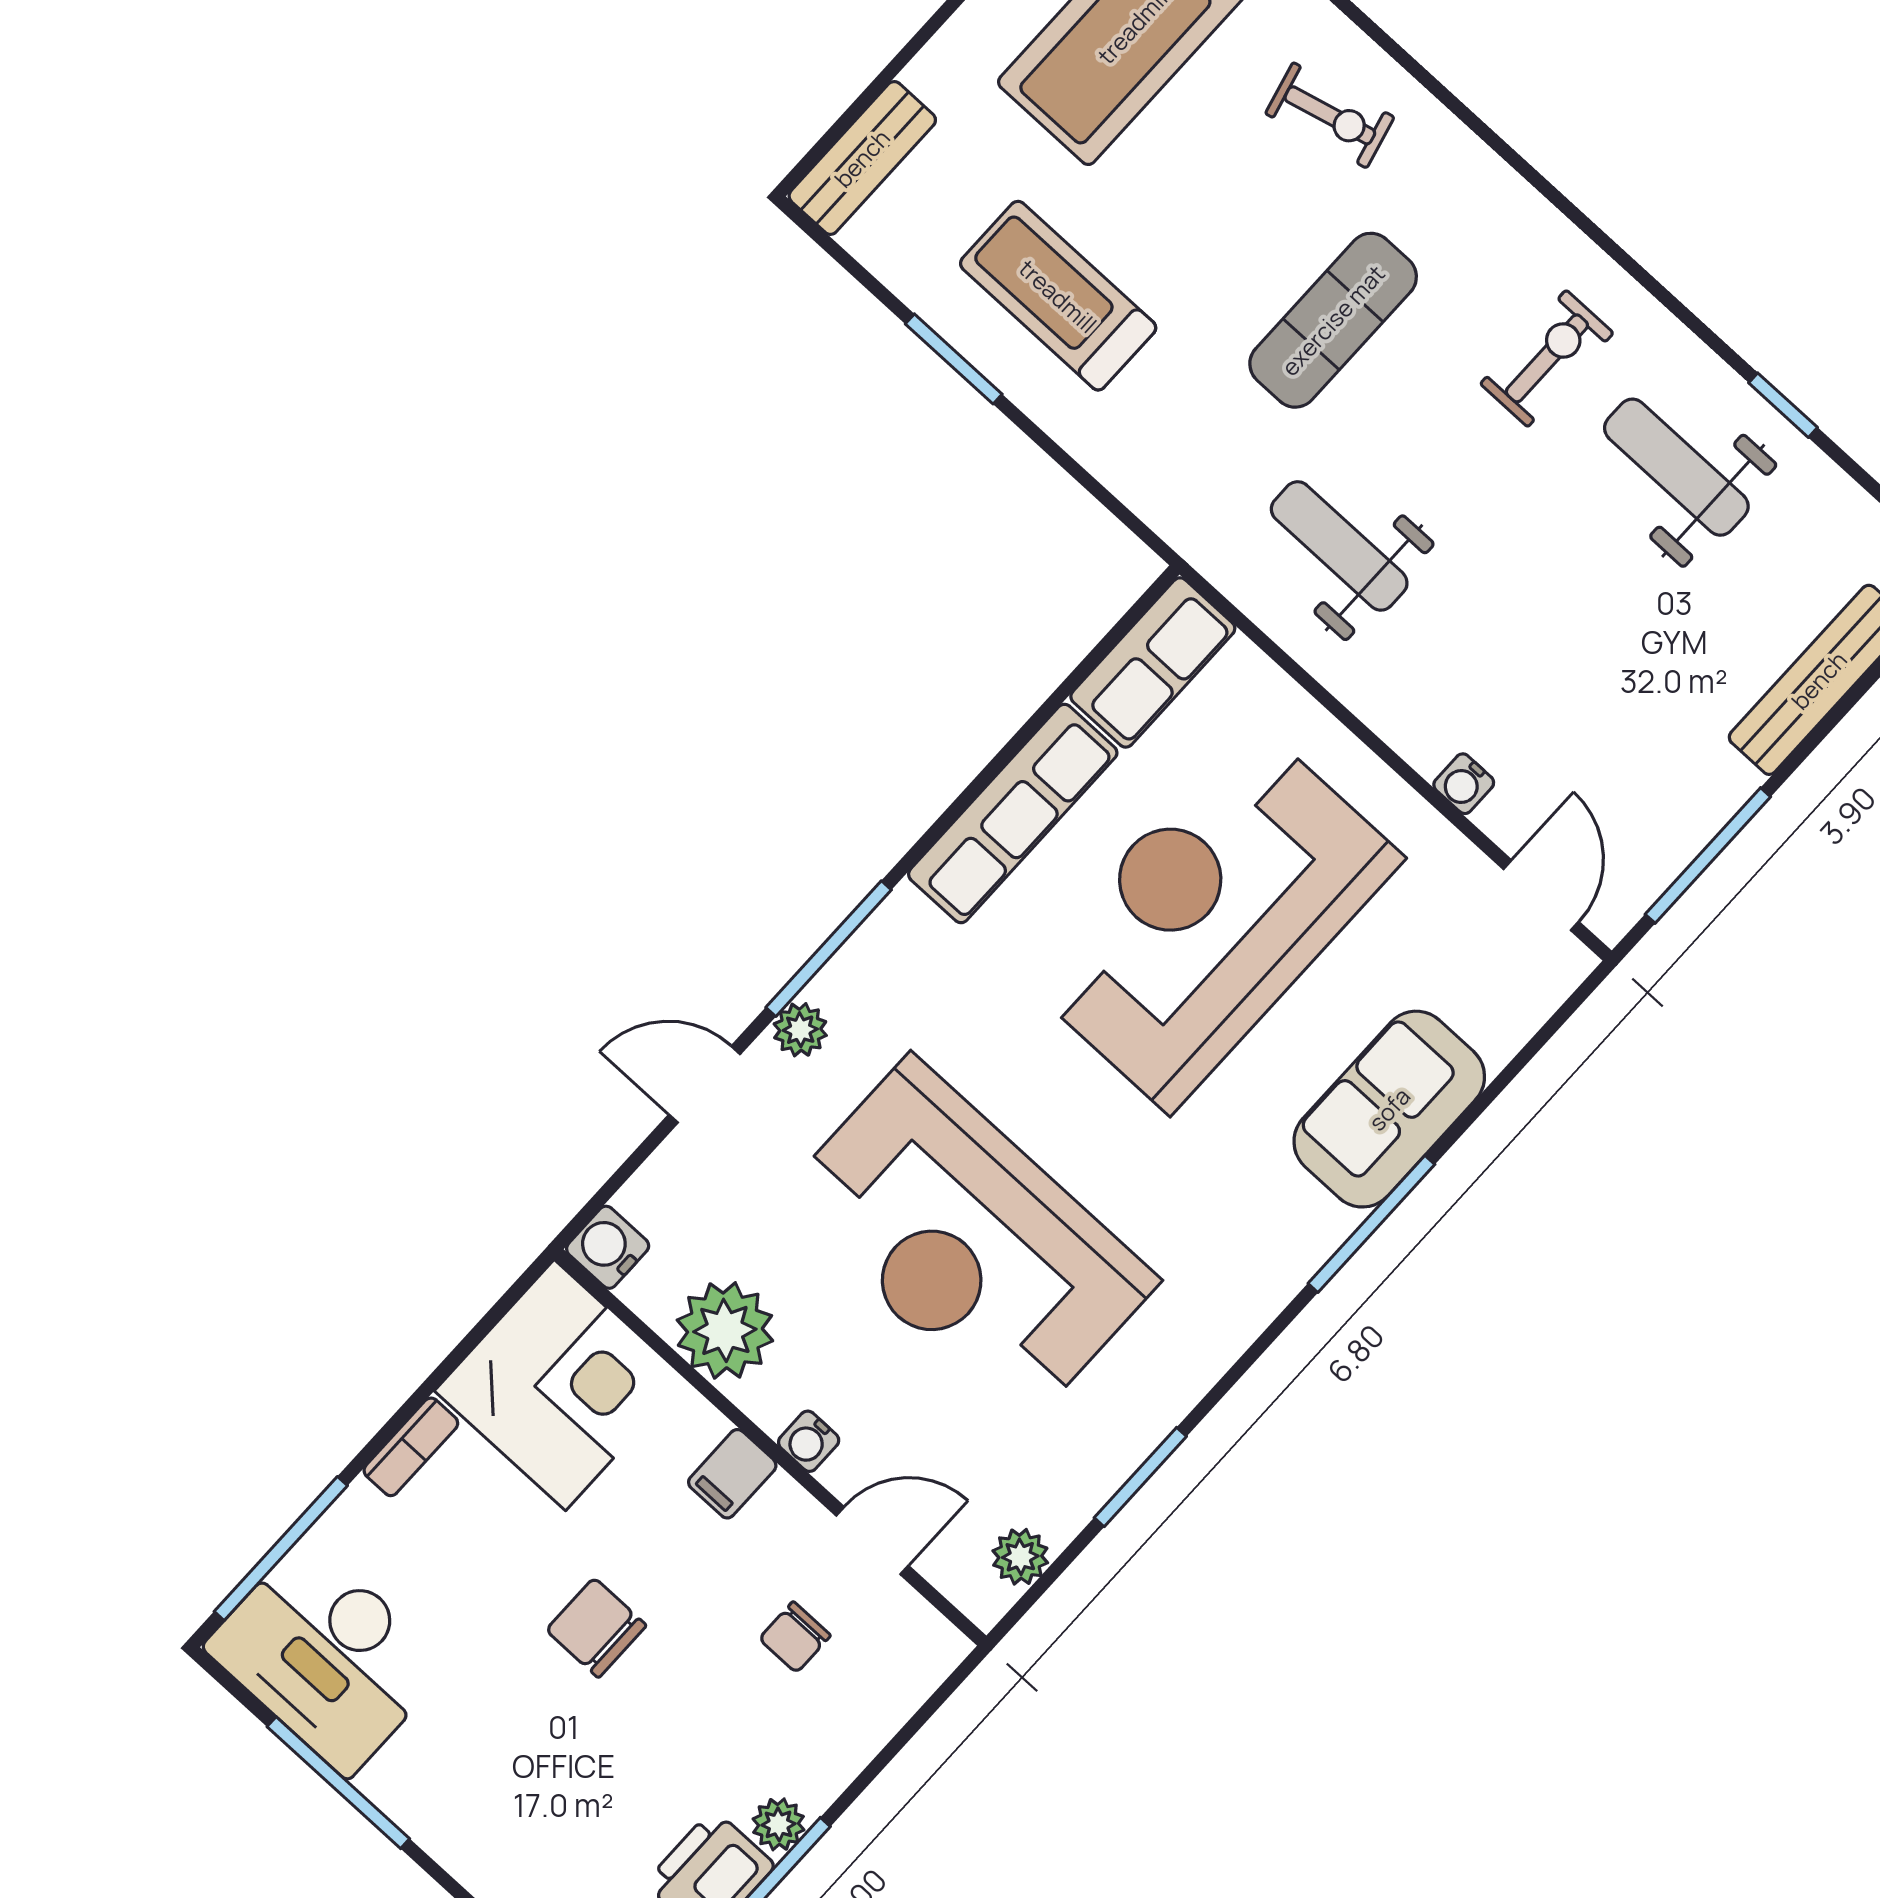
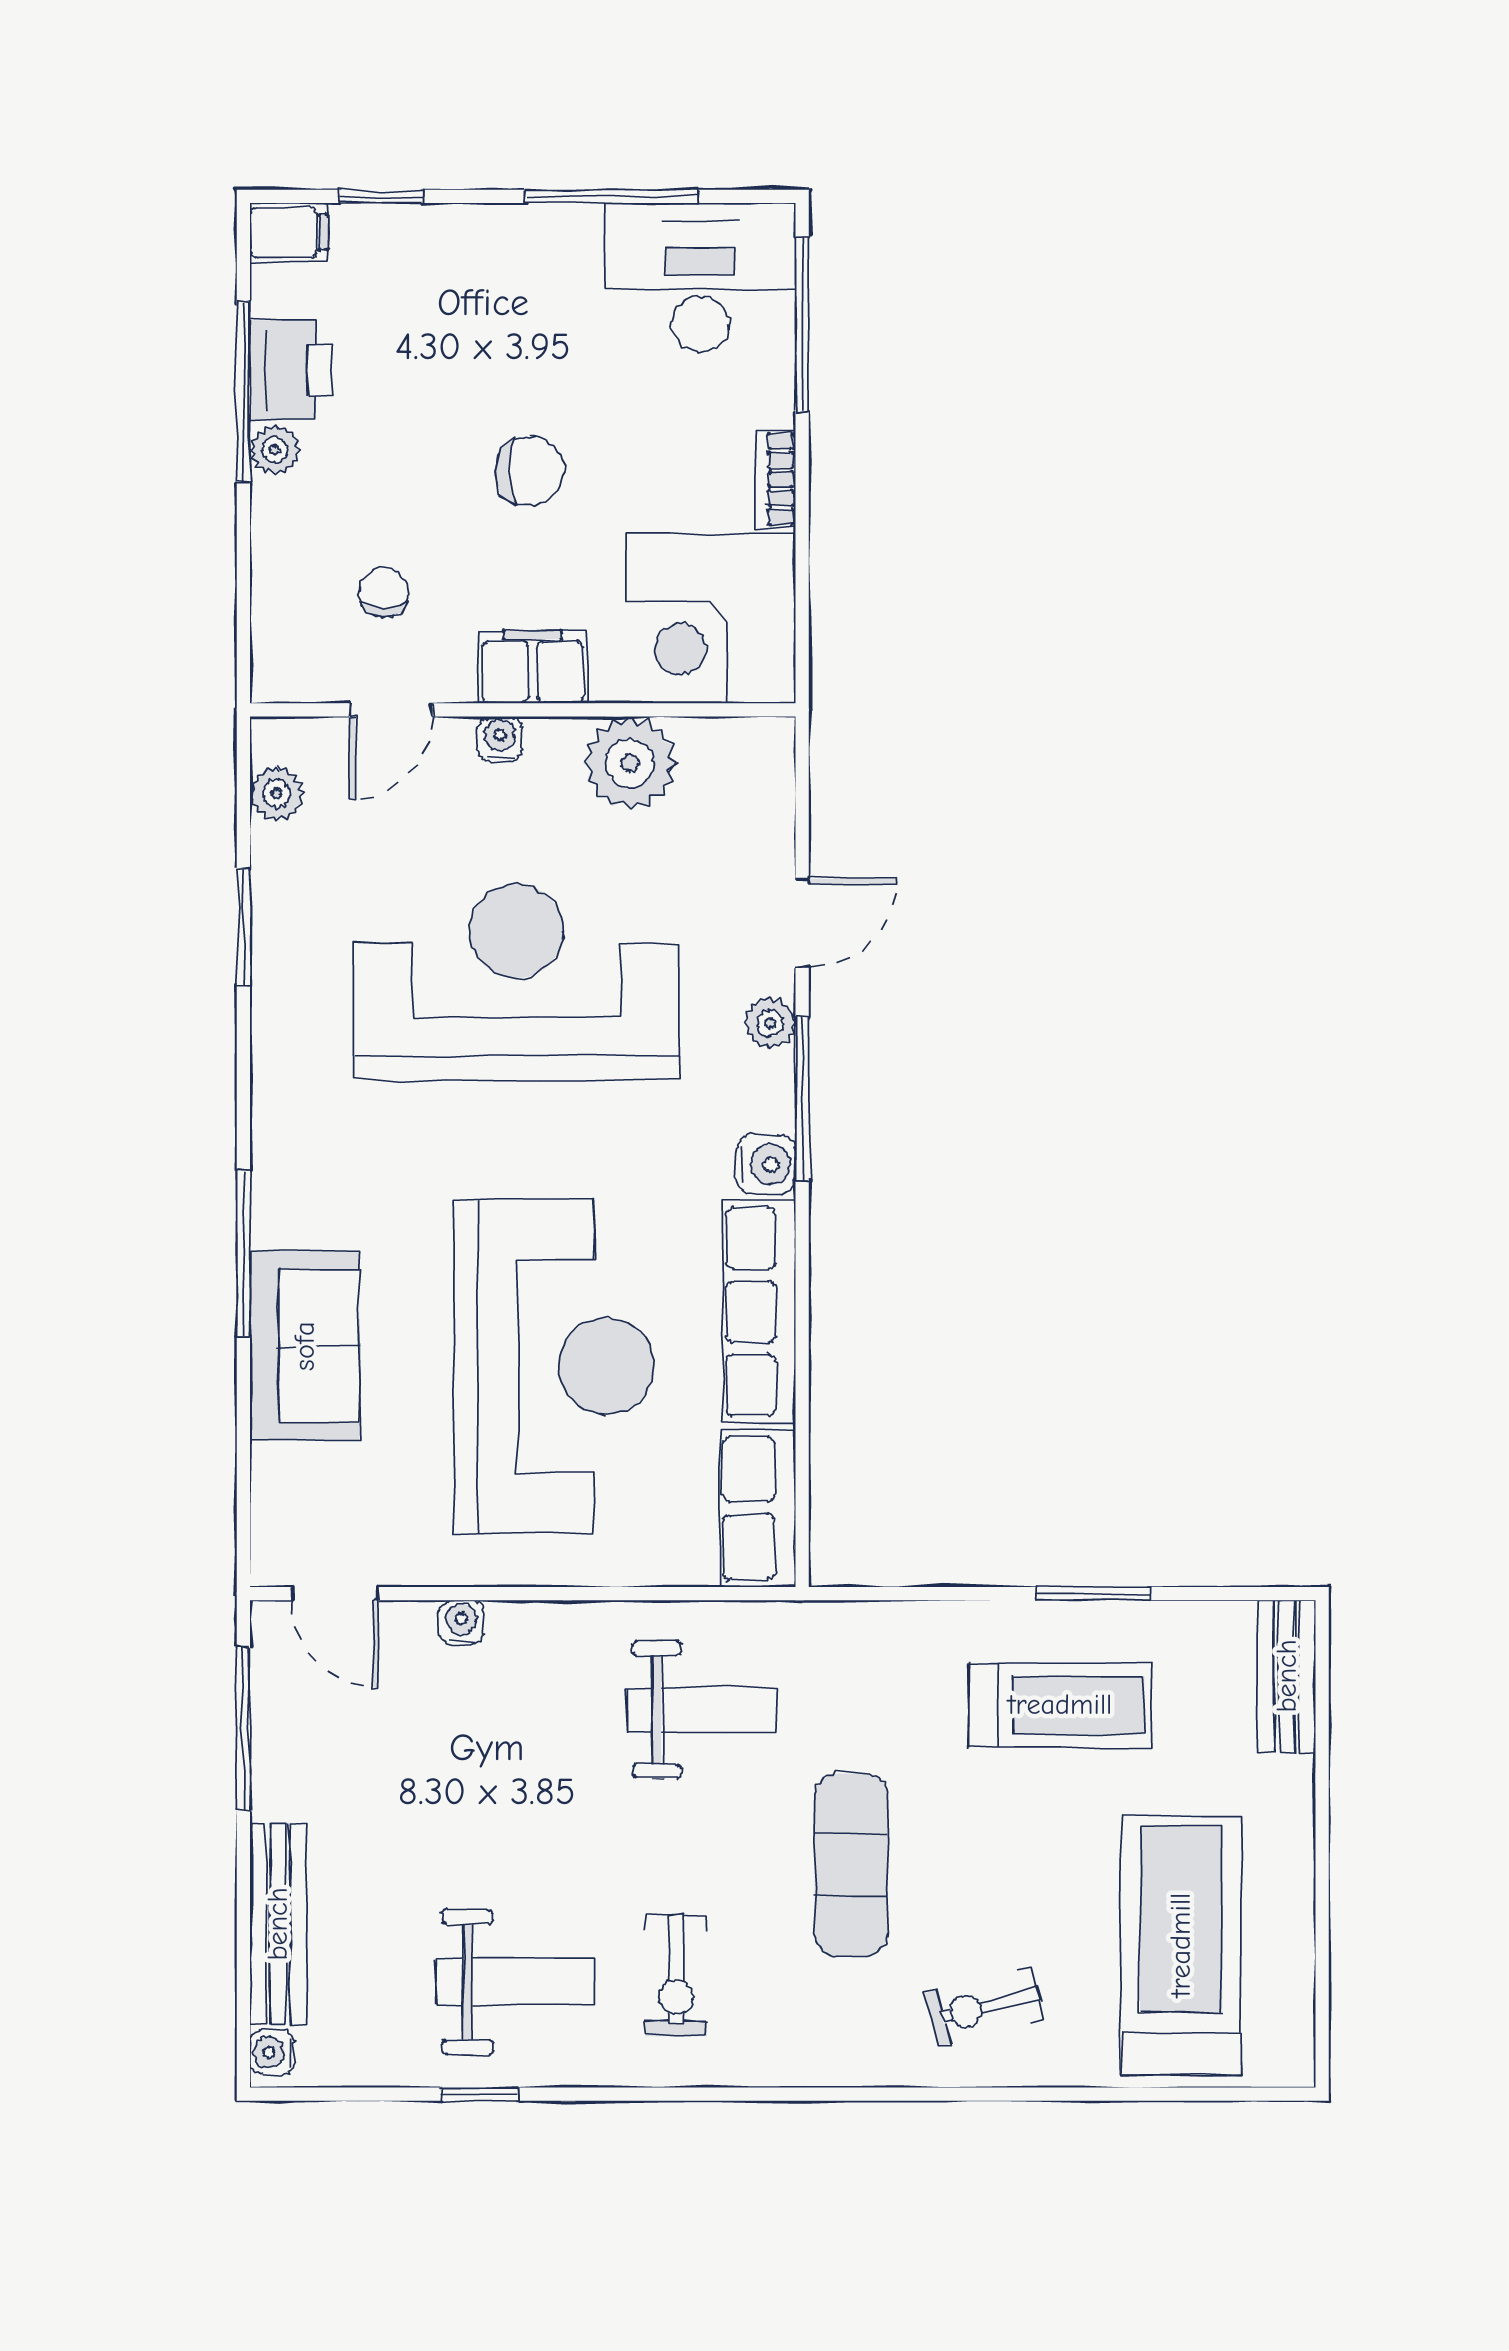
water cooler: (608, 1247) -> (766, 1165), moved
filing cabinet: (732, 1474) -> (533, 667), width x2.00

